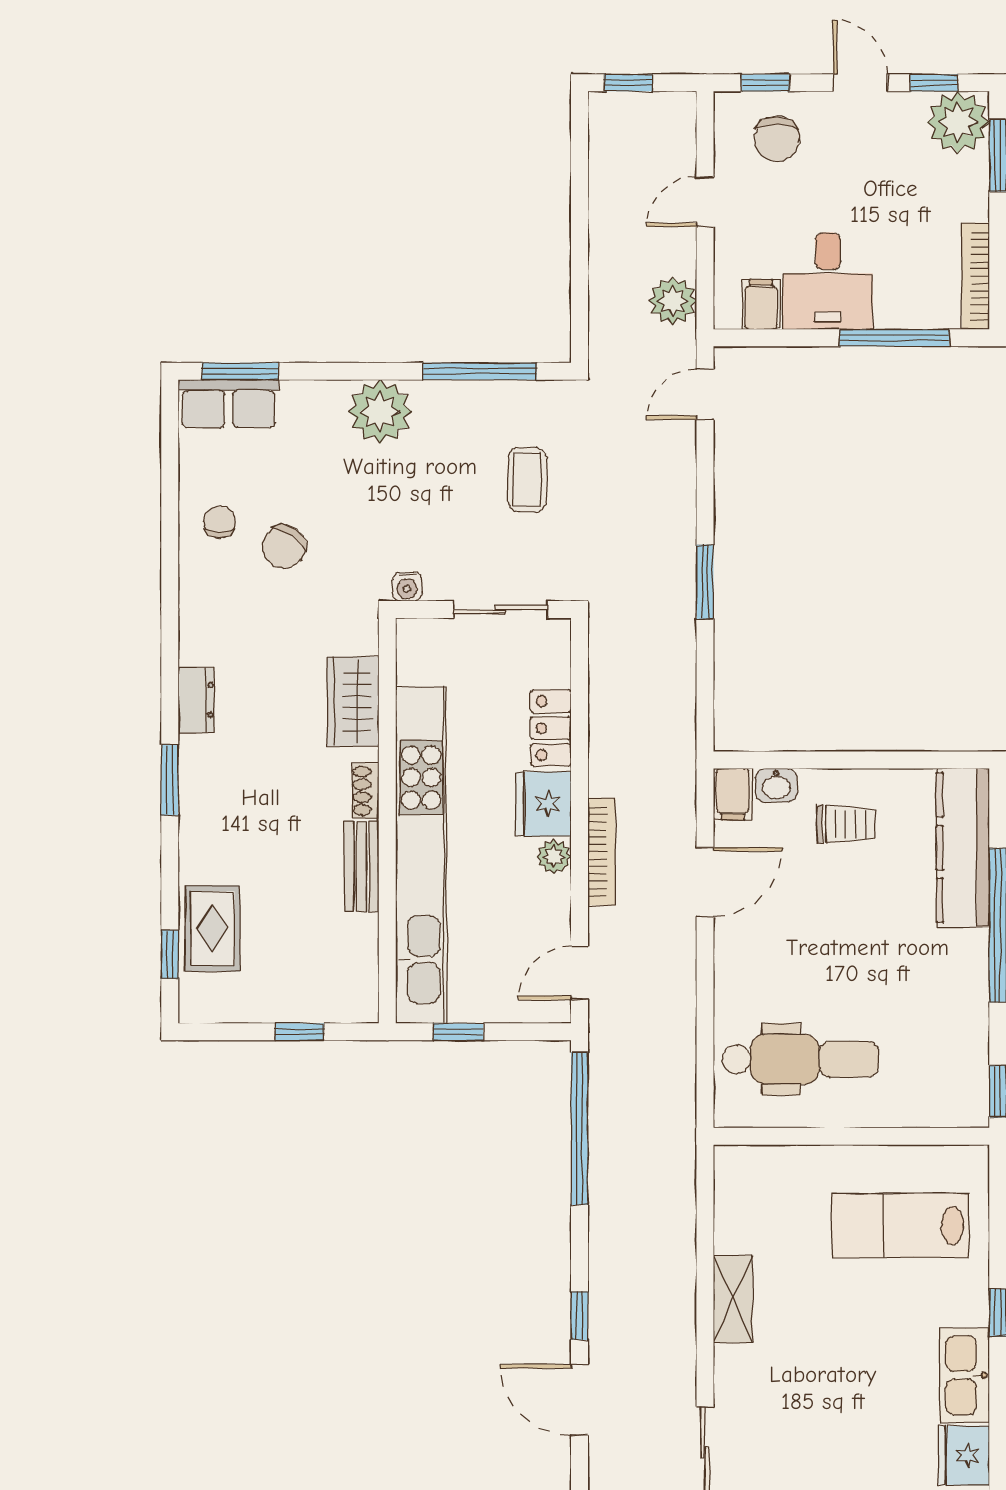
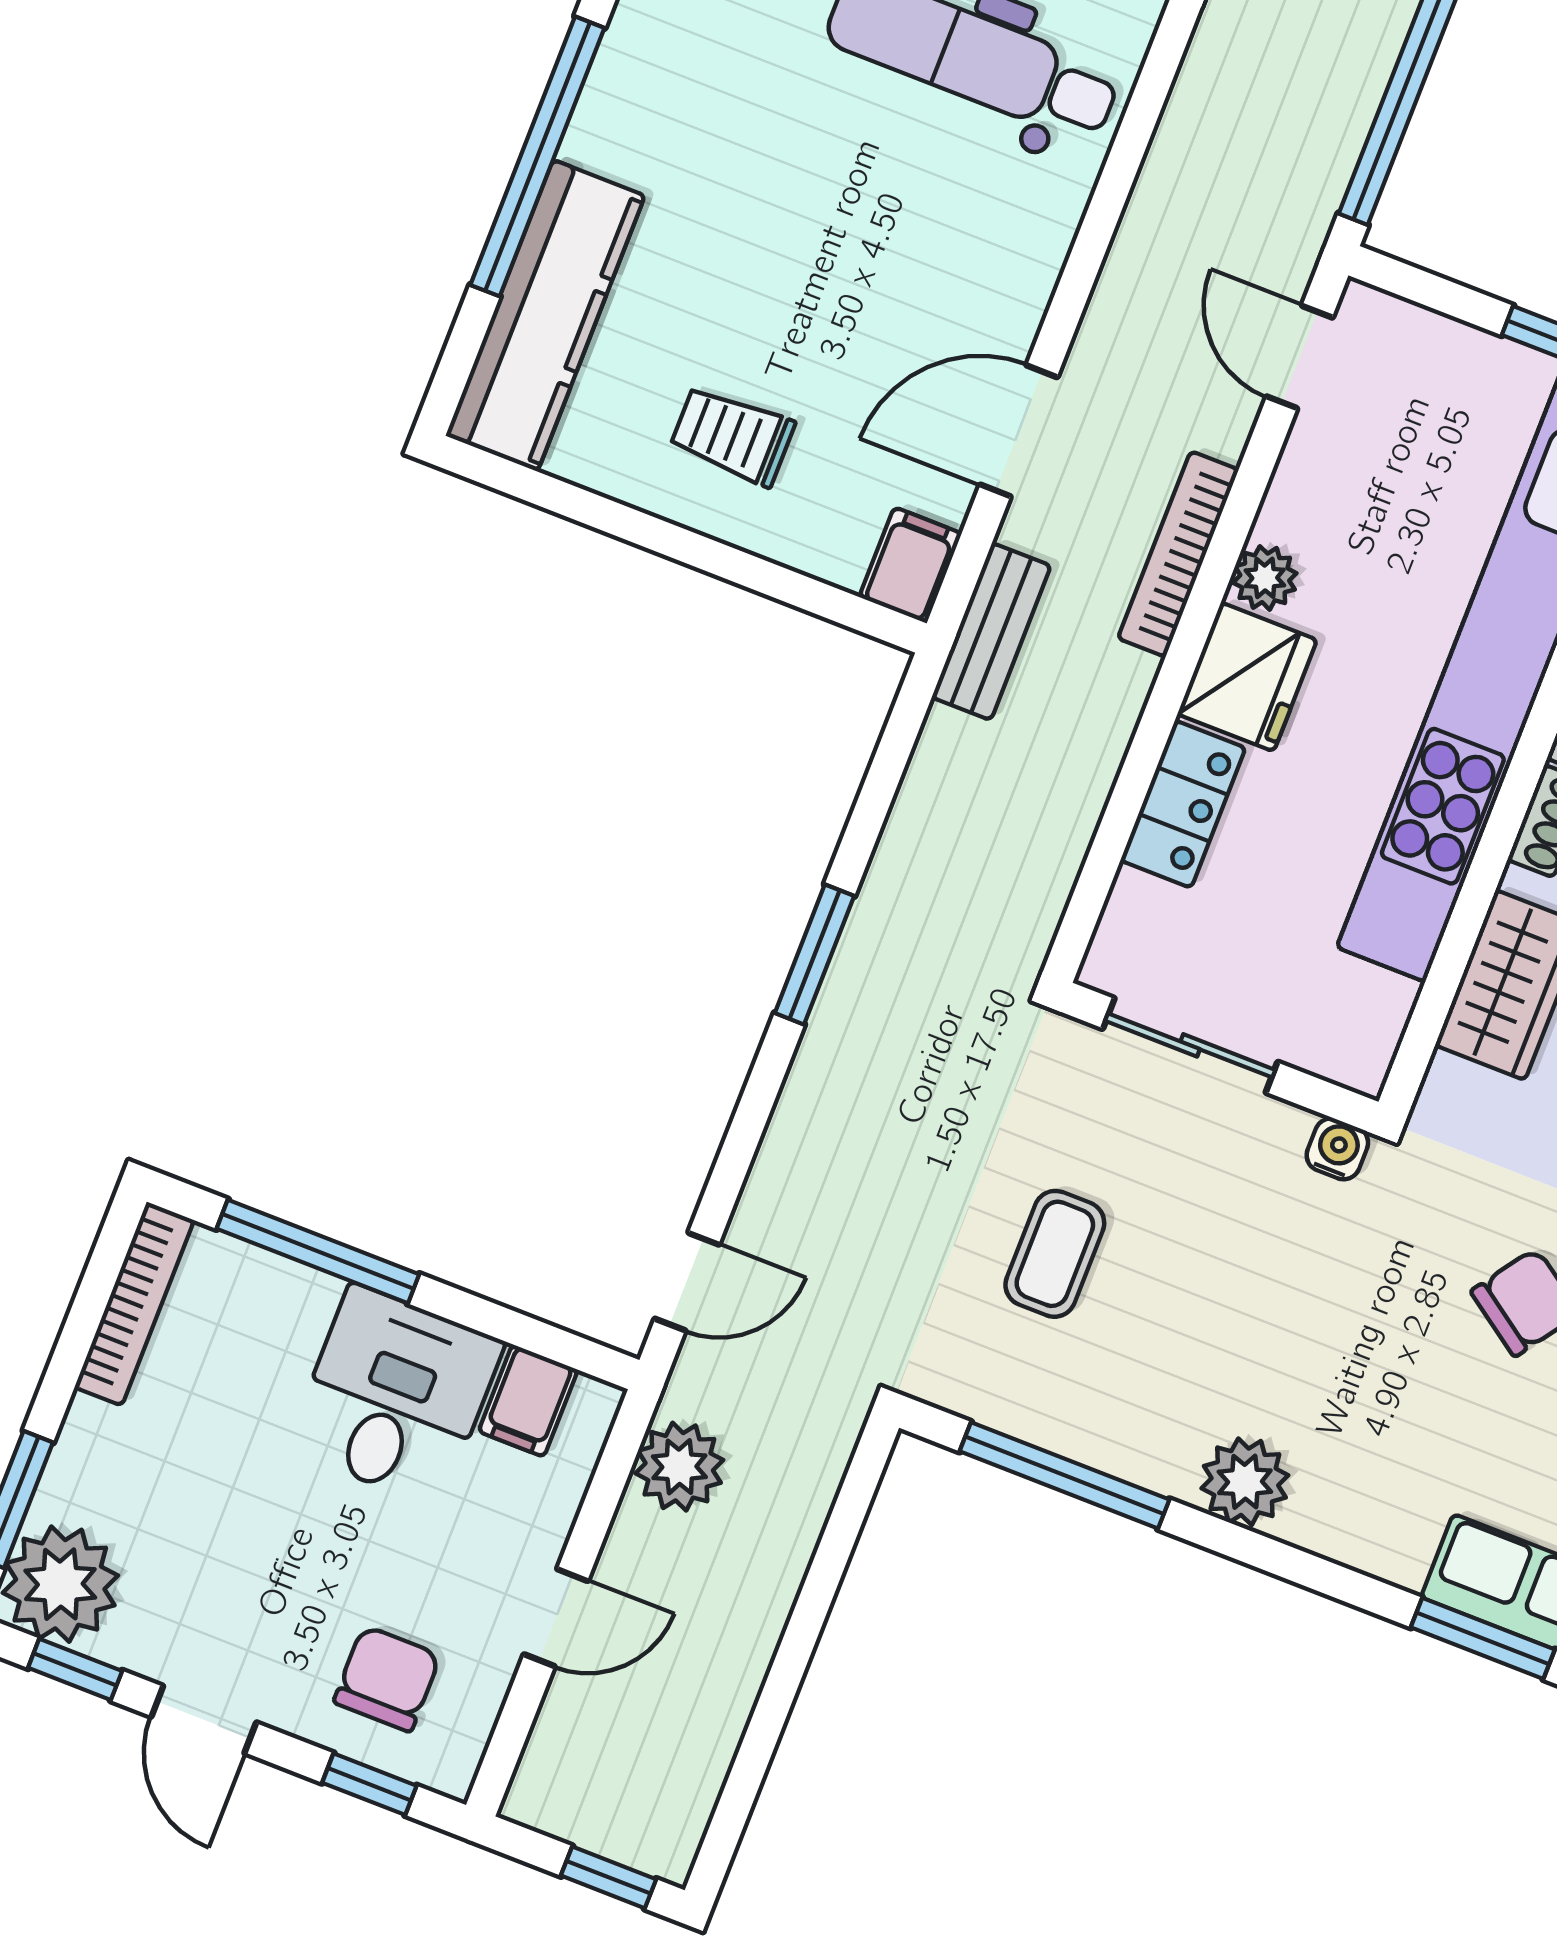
plant: (380, 412) -> (1245, 1482), width x0.73, depth x0.73
bench: (680, 777) -> (991, 632), added
washbasin: (776, 785) -> (828, 551), removed
door: (580, 973) -> (1300, 357), swing flipped

